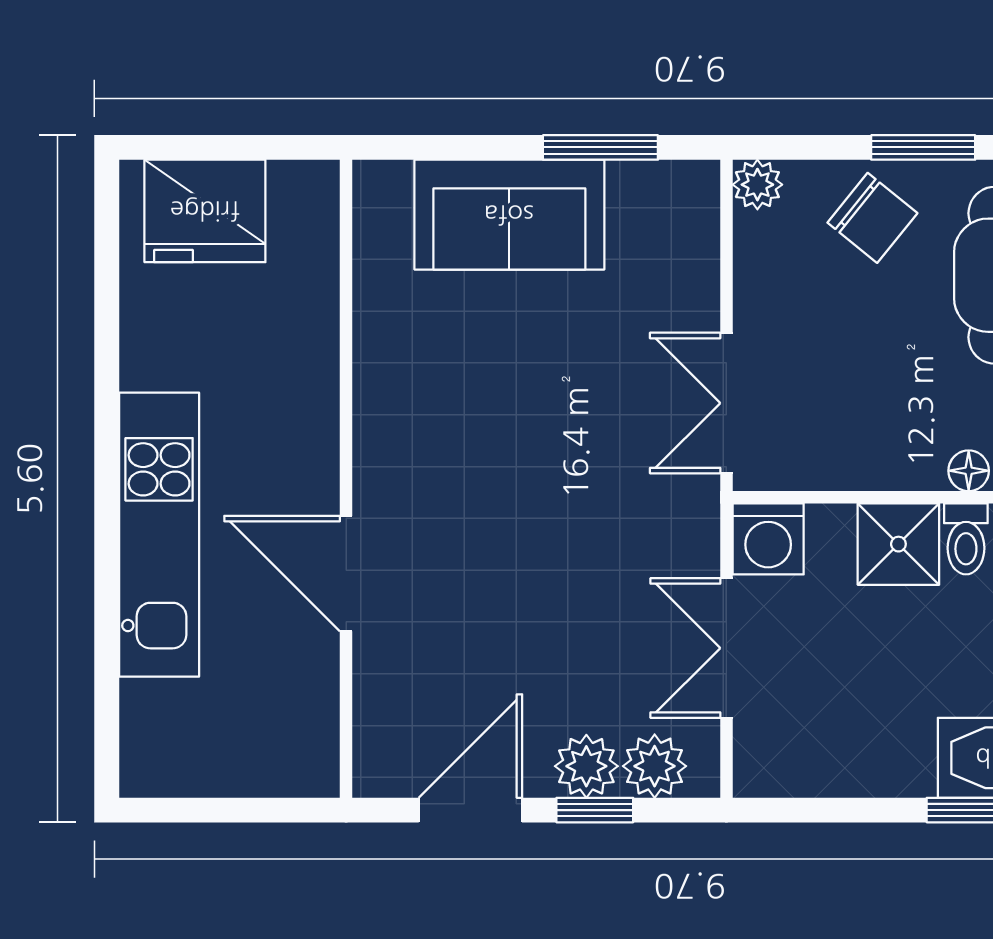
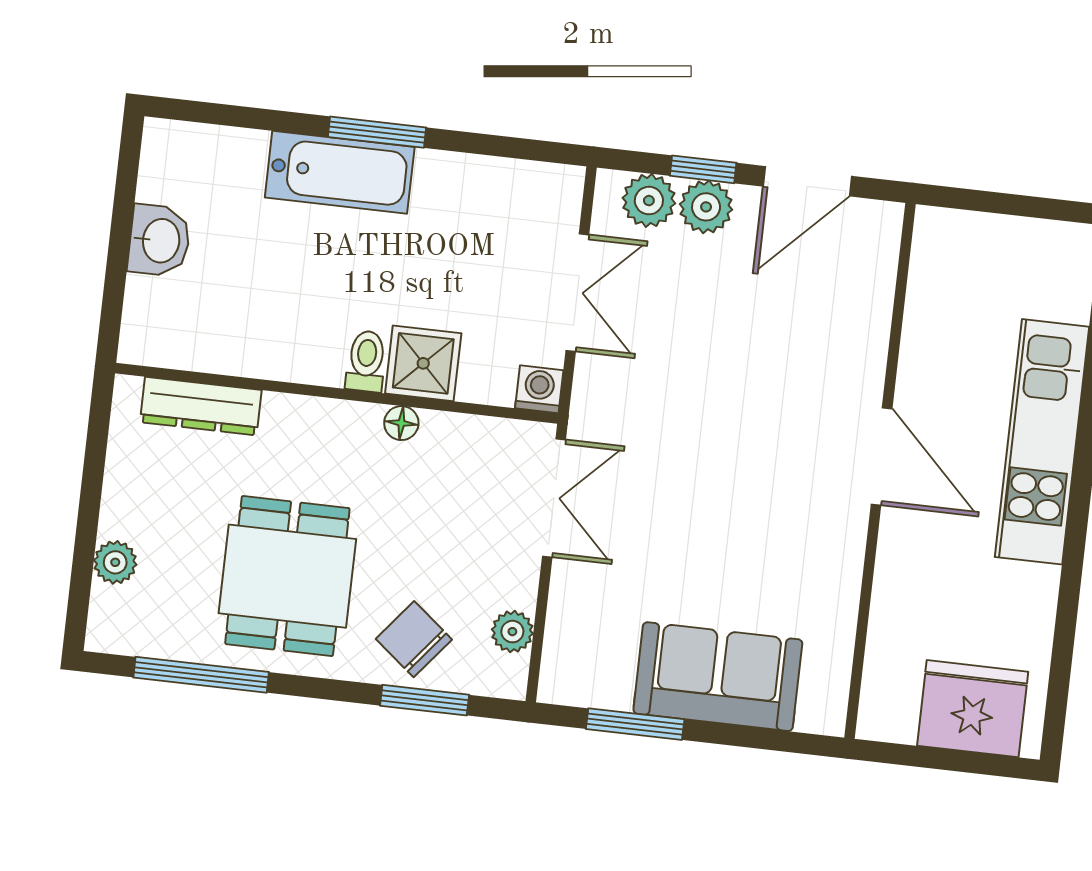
window: (923, 147) -> (425, 700), moved
plant: (757, 185) -> (512, 632), moved
floor lamp: (969, 471) -> (401, 423), moved
washing machine: (768, 539) -> (539, 389), width x0.73, depth x0.73
door: (346, 574) -> (882, 456), moved

